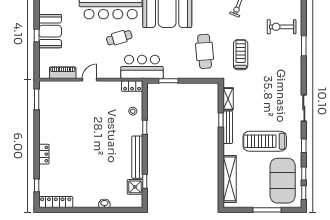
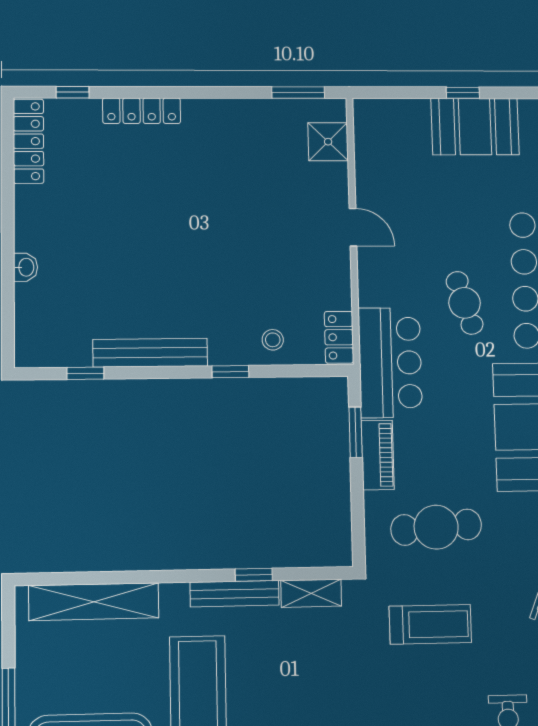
piano: (63, 73) -> (378, 455), moved
locker: (44, 154) -> (142, 111), width x1.53
shower: (135, 187) -> (328, 142), moved

